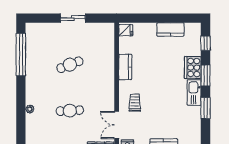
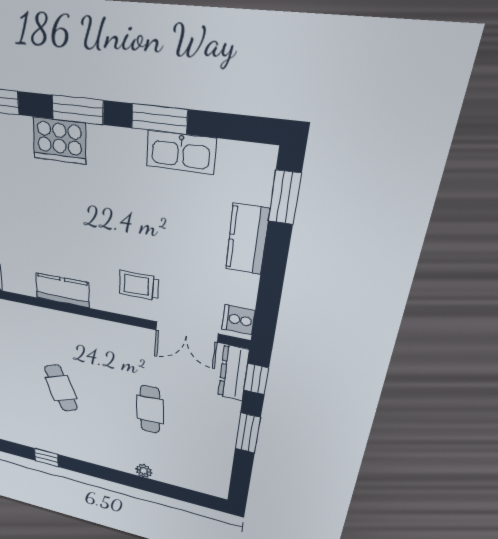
window: (21, 55) -> (46, 458), width x0.32
kitchen sink: (194, 93) -> (181, 152), moved

